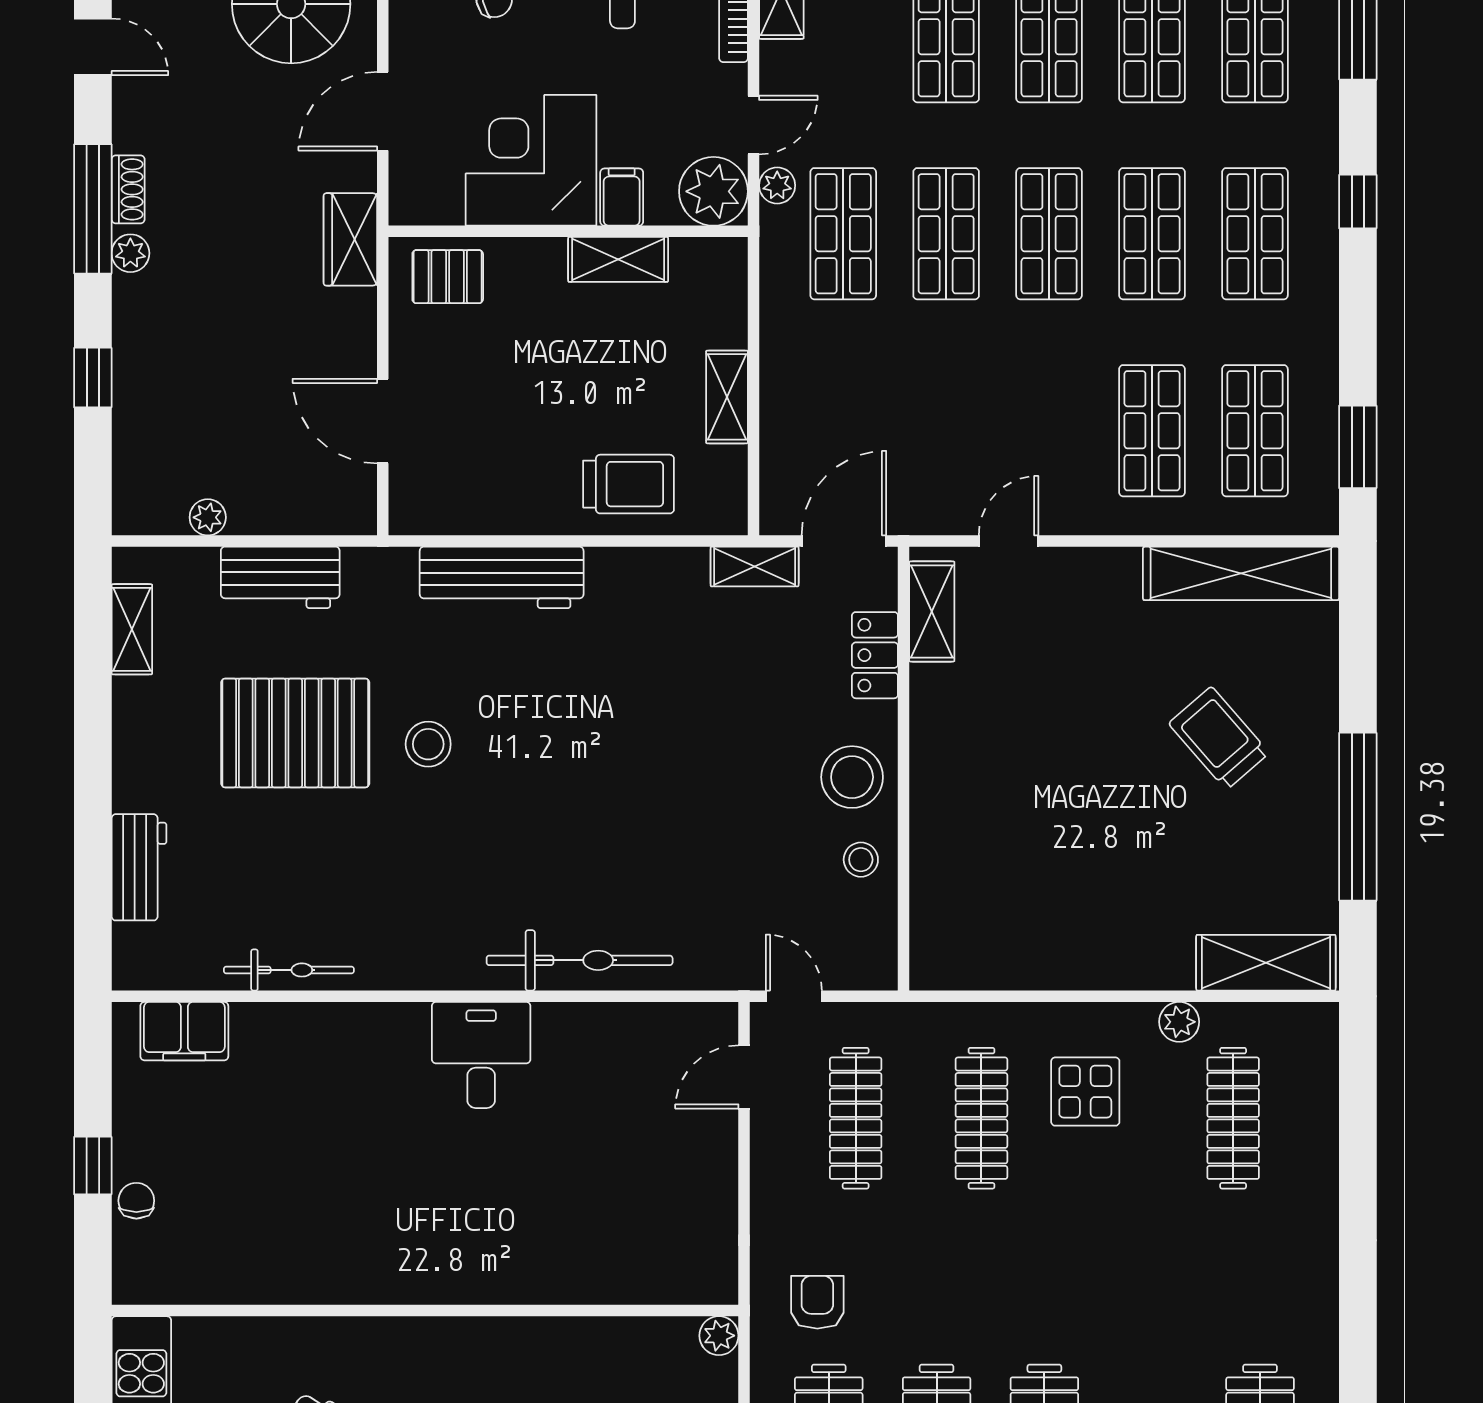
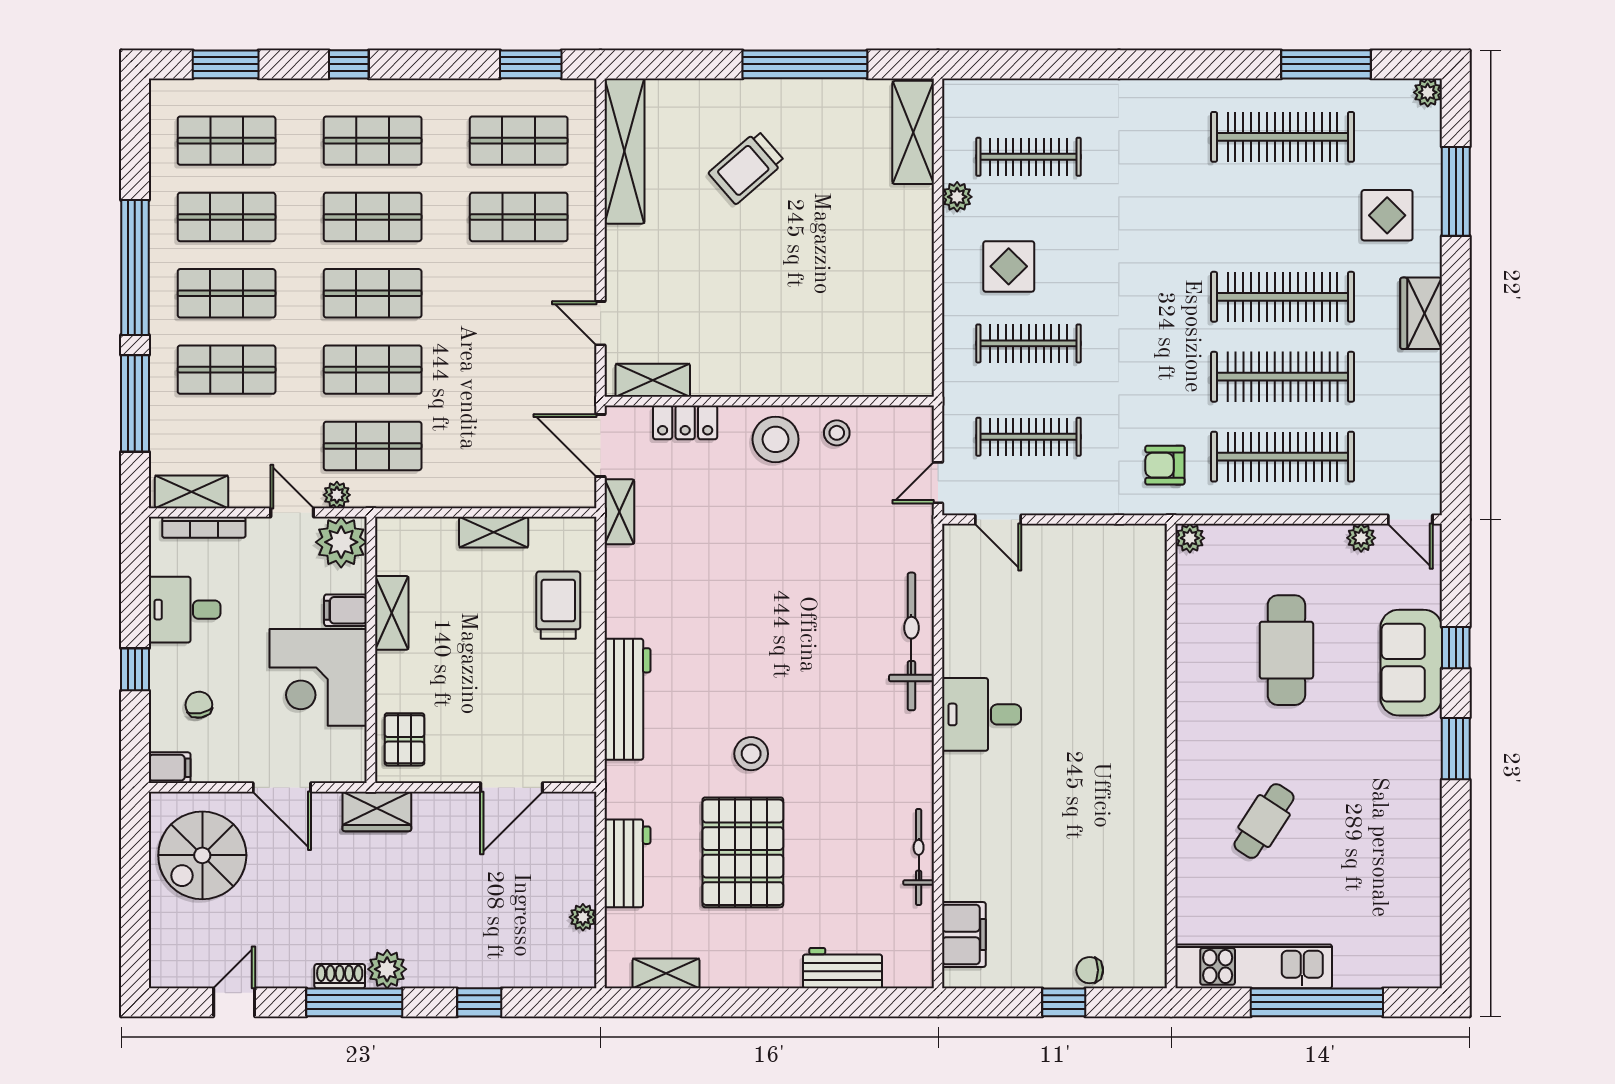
plant: (130, 253) -> (387, 969), width x1.38, depth x1.38

